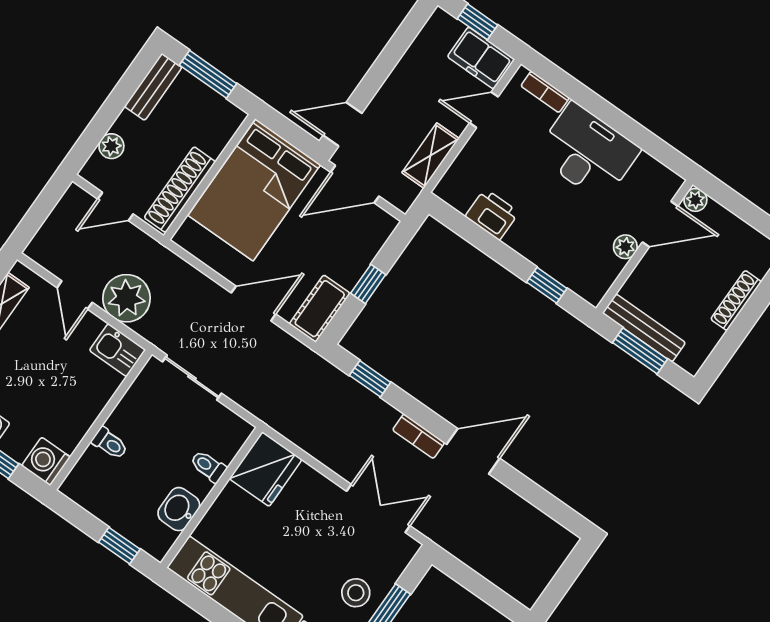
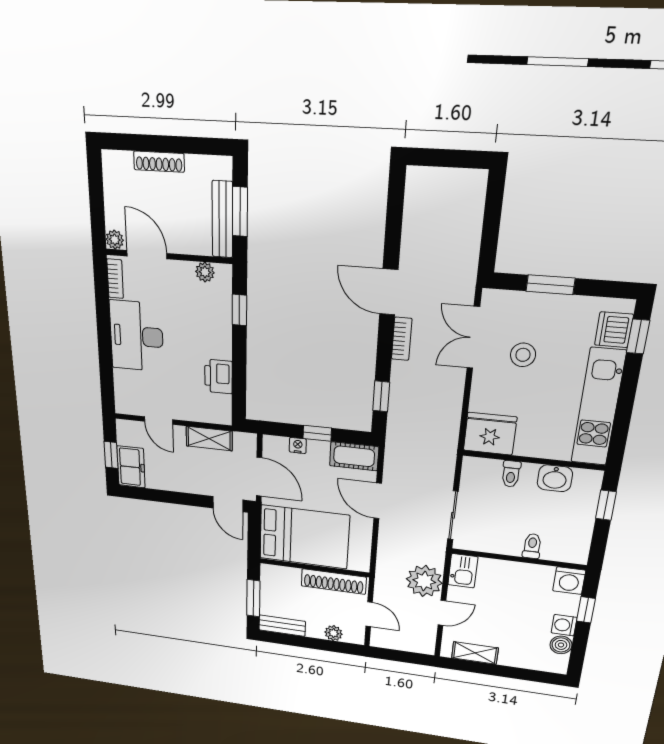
freezer: (481, 58) -> (131, 467), moved
bookcase: (545, 92) -> (115, 279), moved
plant: (625, 247) -> (205, 272), moved
nightstand: (367, 253) -> (298, 445), added
stool: (356, 593) -> (523, 355), moved

